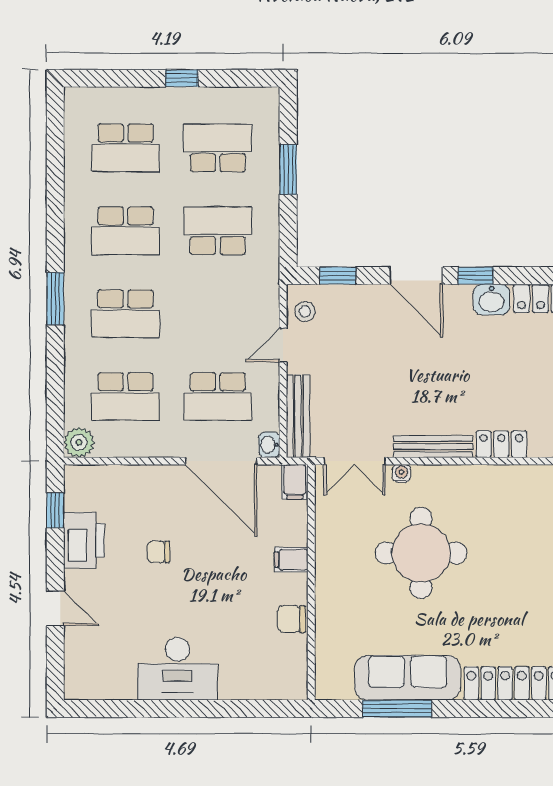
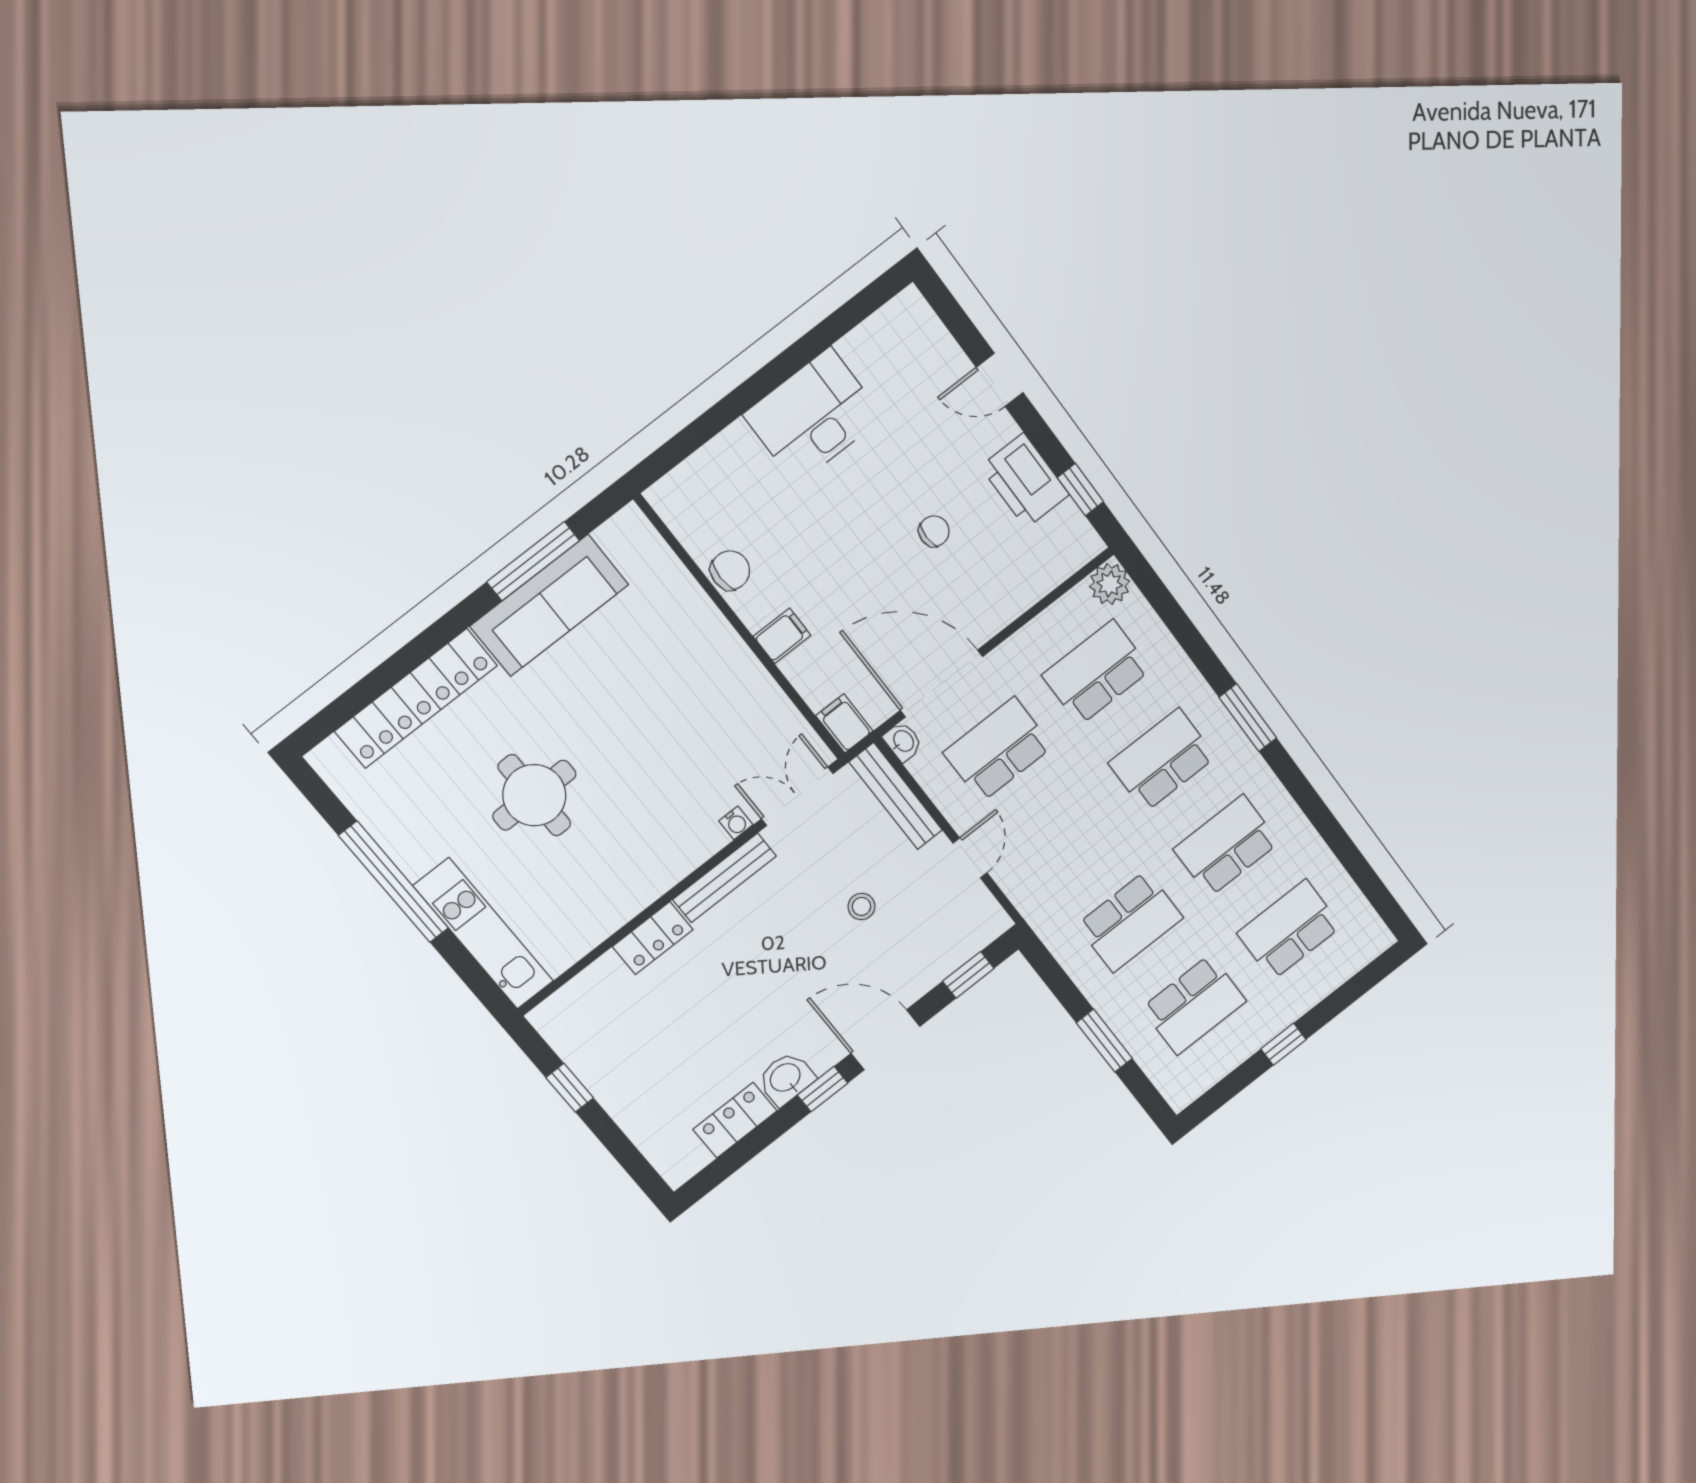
stool: (305, 311) -> (861, 906), moved
round table: (421, 553) -> (534, 795), moved, width x0.73, depth x0.73

